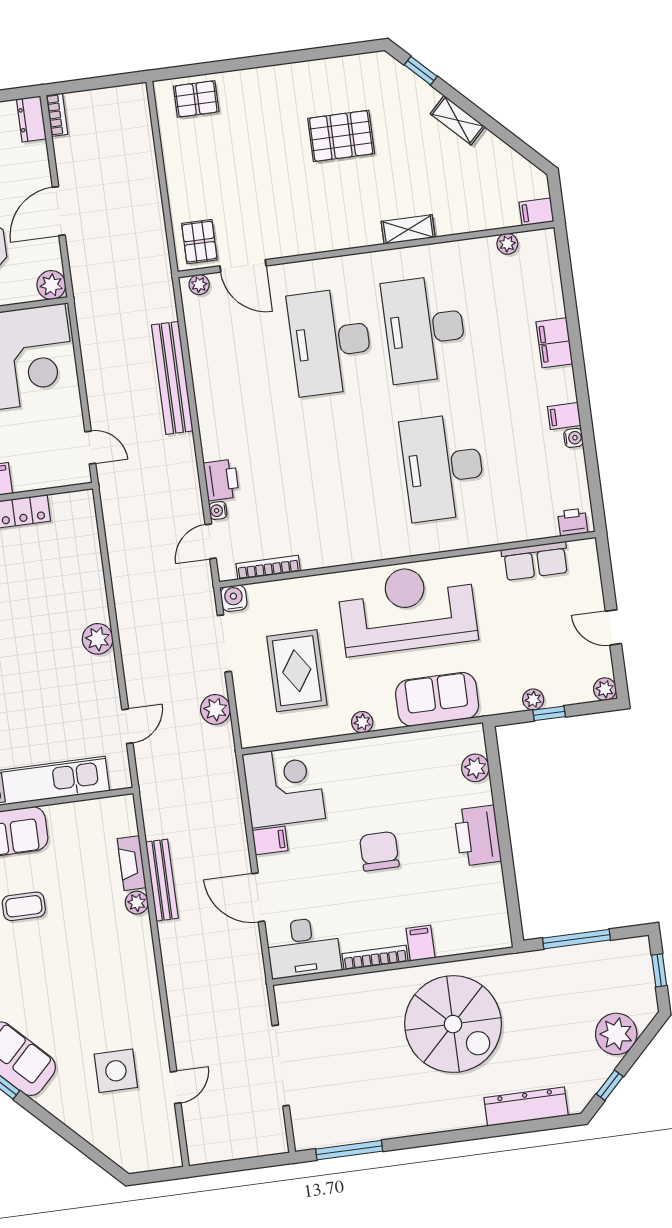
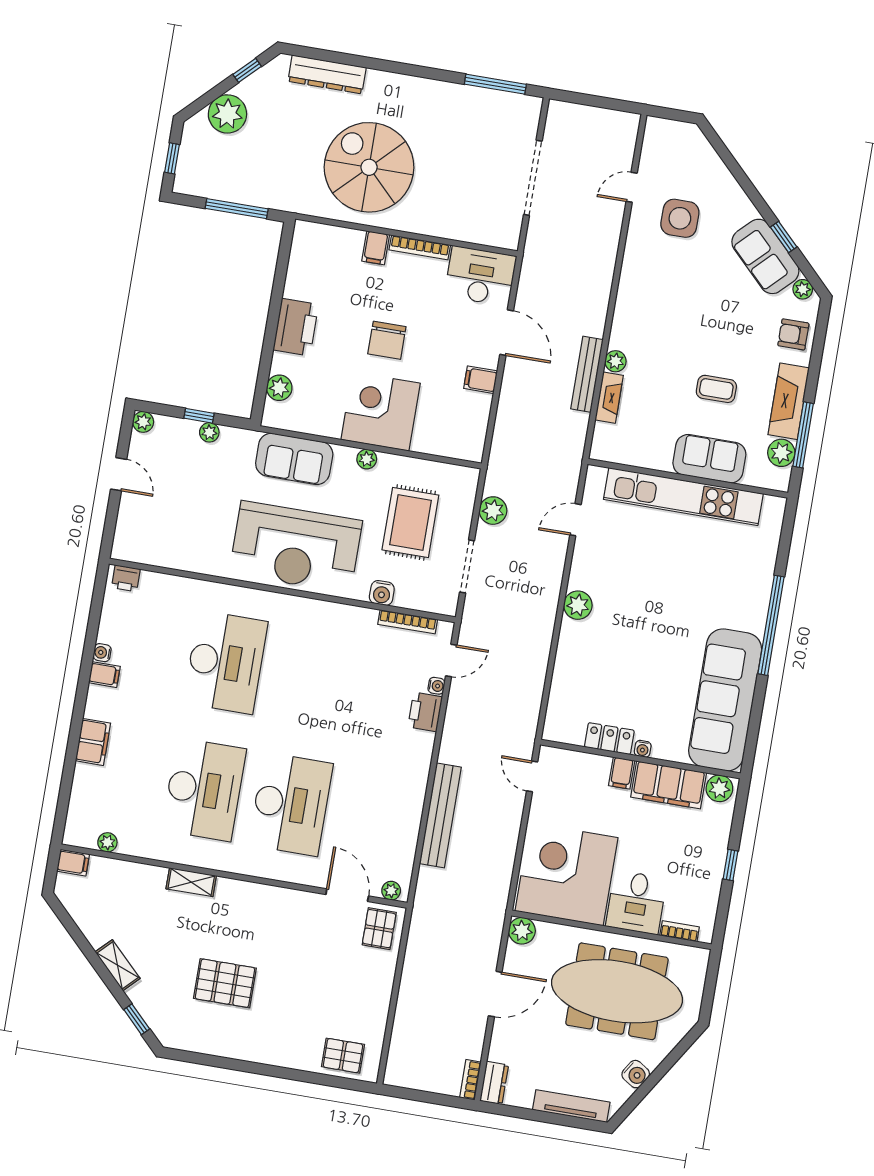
row of seats: (535, 561) -> (170, 554), removed
water cooler: (234, 598) -> (382, 593), moved
corner desk: (284, 786) -> (381, 411), moved, turned 90

